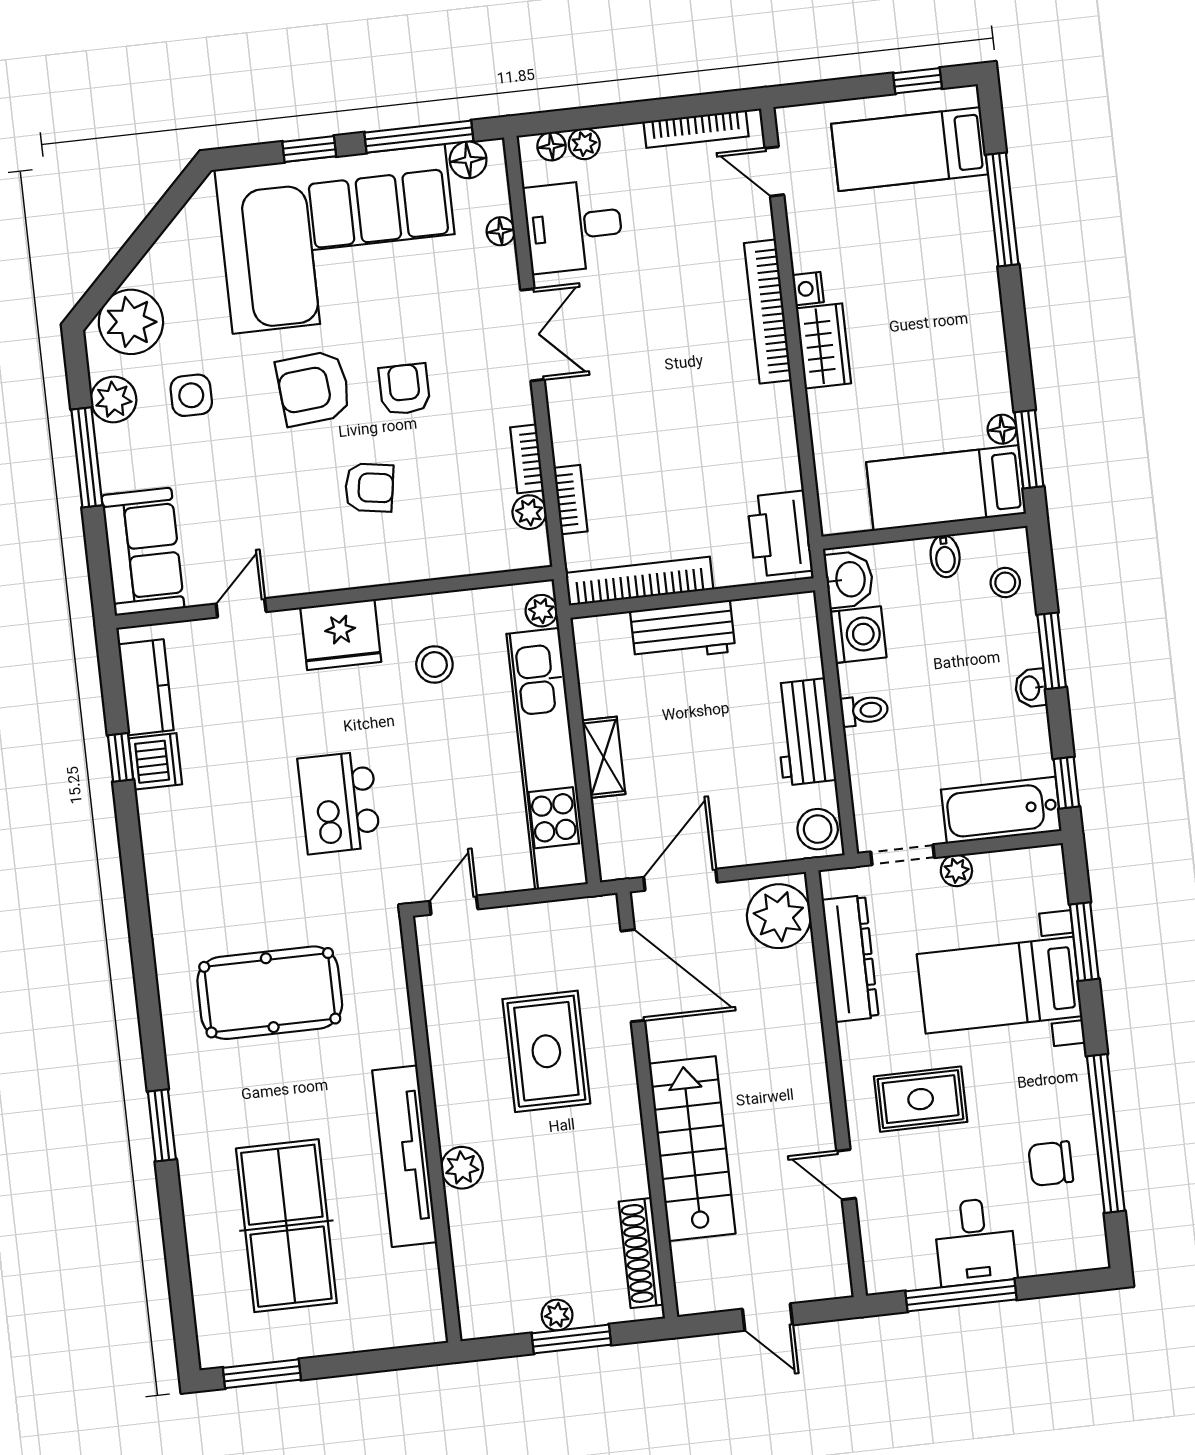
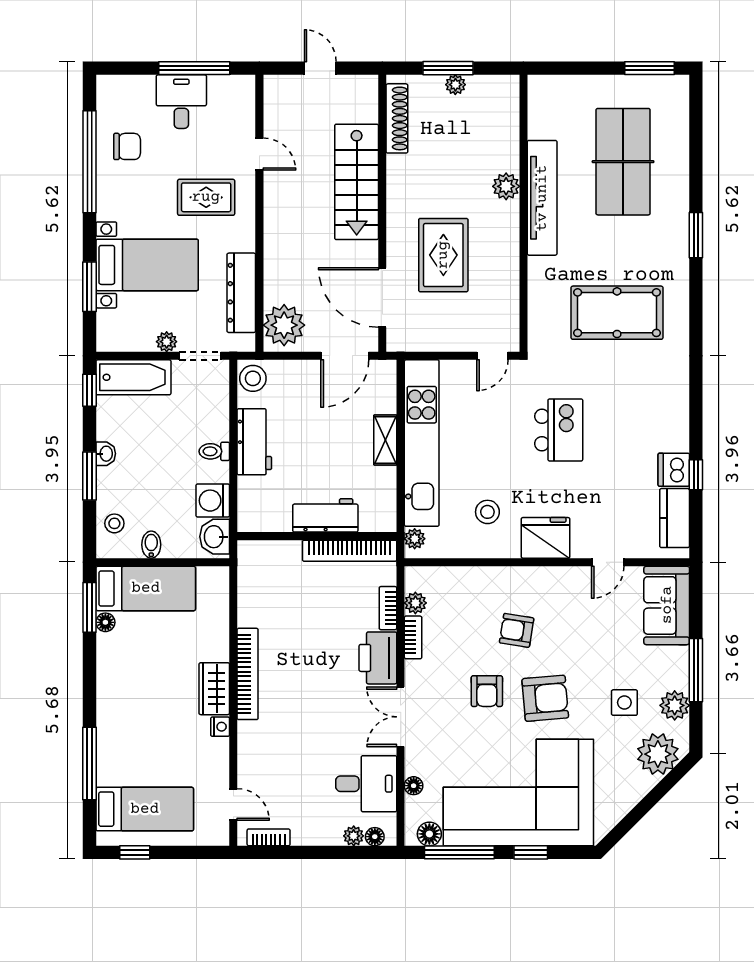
bookcase: (696, 129) -> (269, 837), width x0.64
bookcase: (768, 312) -> (248, 674), moved
printer: (780, 534) -> (378, 658), moved, turned 180

